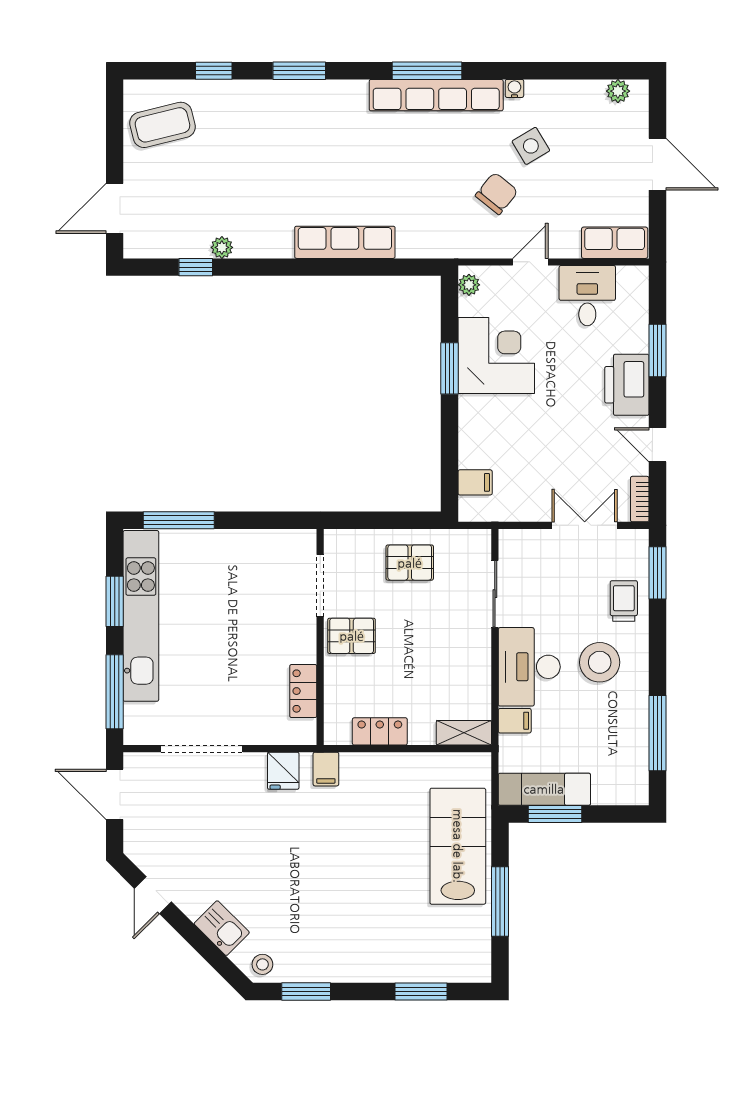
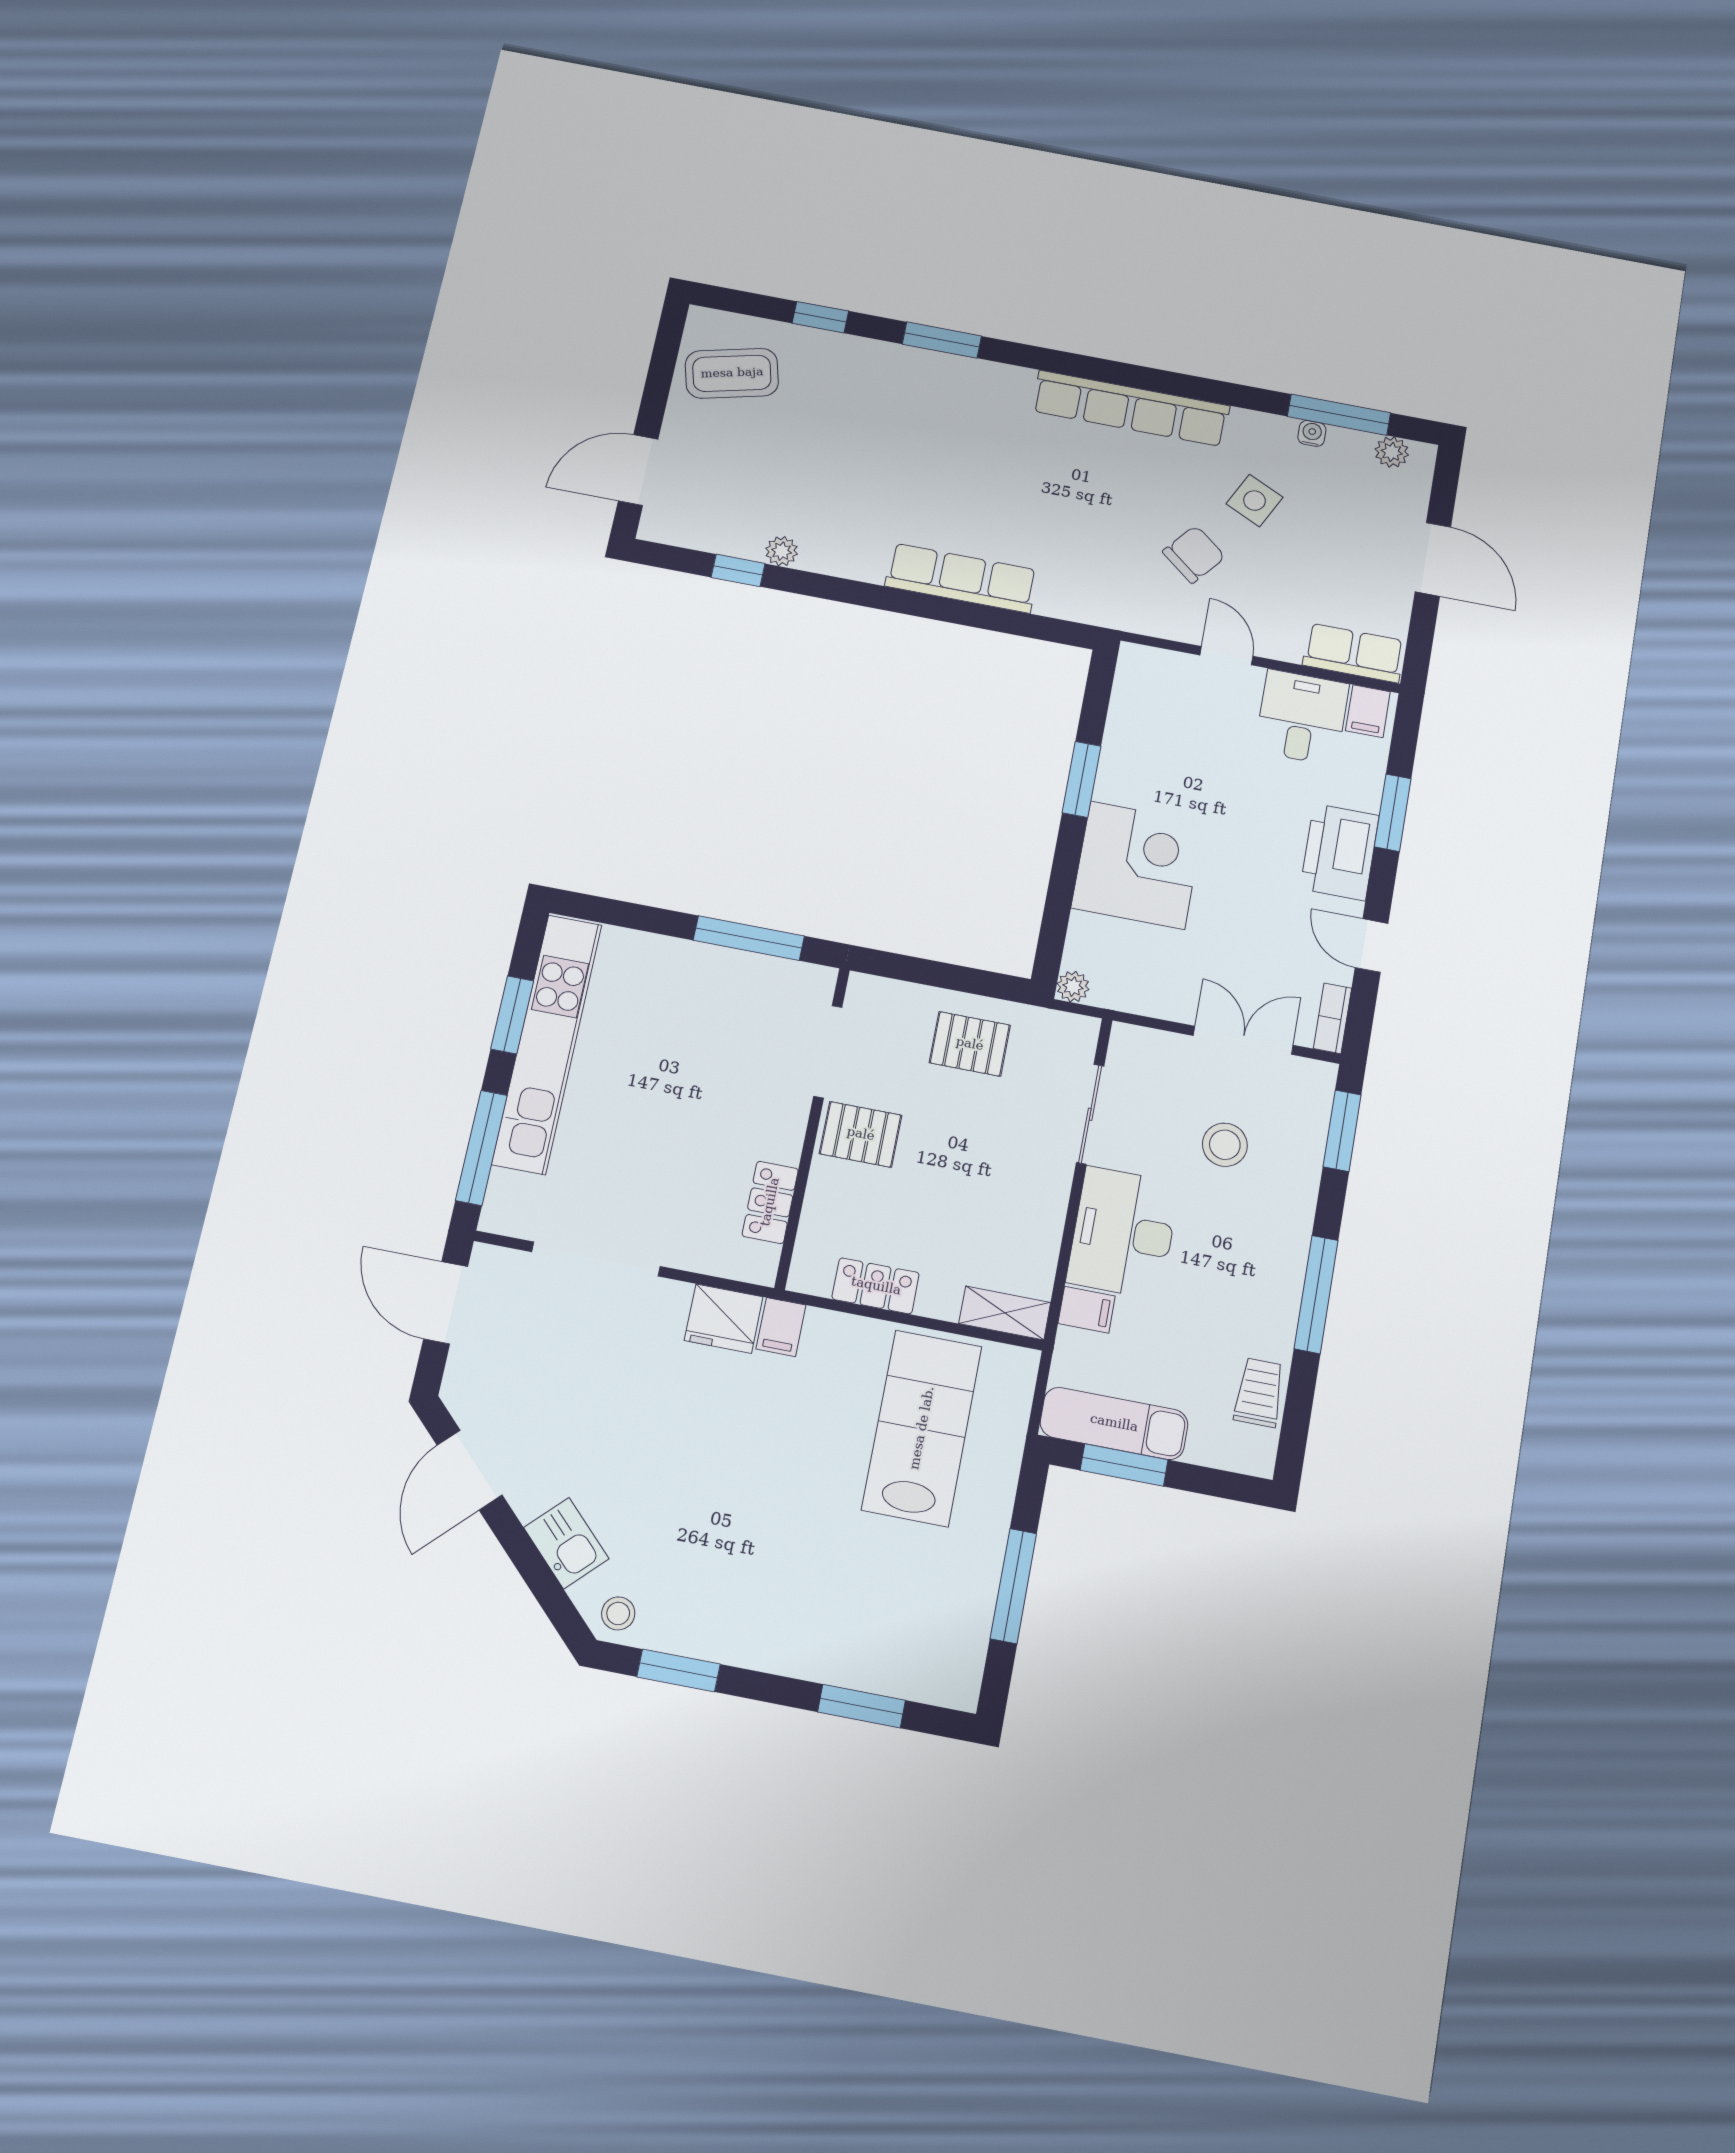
window: (427, 71) -> (1339, 415), moved
water cooler: (514, 88) -> (1312, 433), moved
side table: (531, 146) -> (1255, 501), turned -33
door: (530, 262) -> (1226, 656), hinge flipped
plant: (469, 285) -> (1073, 987), moved
corner desk: (496, 355) -> (1137, 865), moved
filing cabinet: (475, 482) -> (1368, 711), moved, turned 90
window: (179, 520) -> (749, 938), moved
trolley: (624, 601) -> (1259, 1393), moved
stool: (600, 662) -> (1225, 1145), moved, width x0.73, depth x0.73
window: (657, 733) -> (1316, 1294), moved
fridge: (283, 771) -> (724, 1319), width x1.38
lab bench: (458, 846) -> (922, 1428), moved
door: (153, 895) -> (470, 1470), width x1.38

